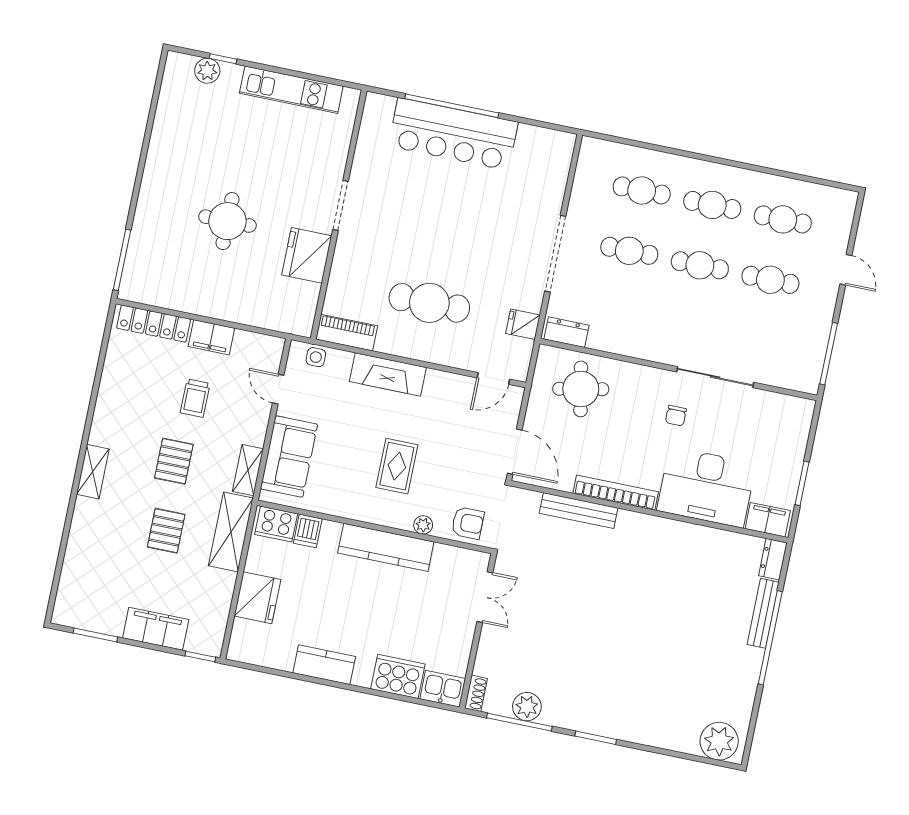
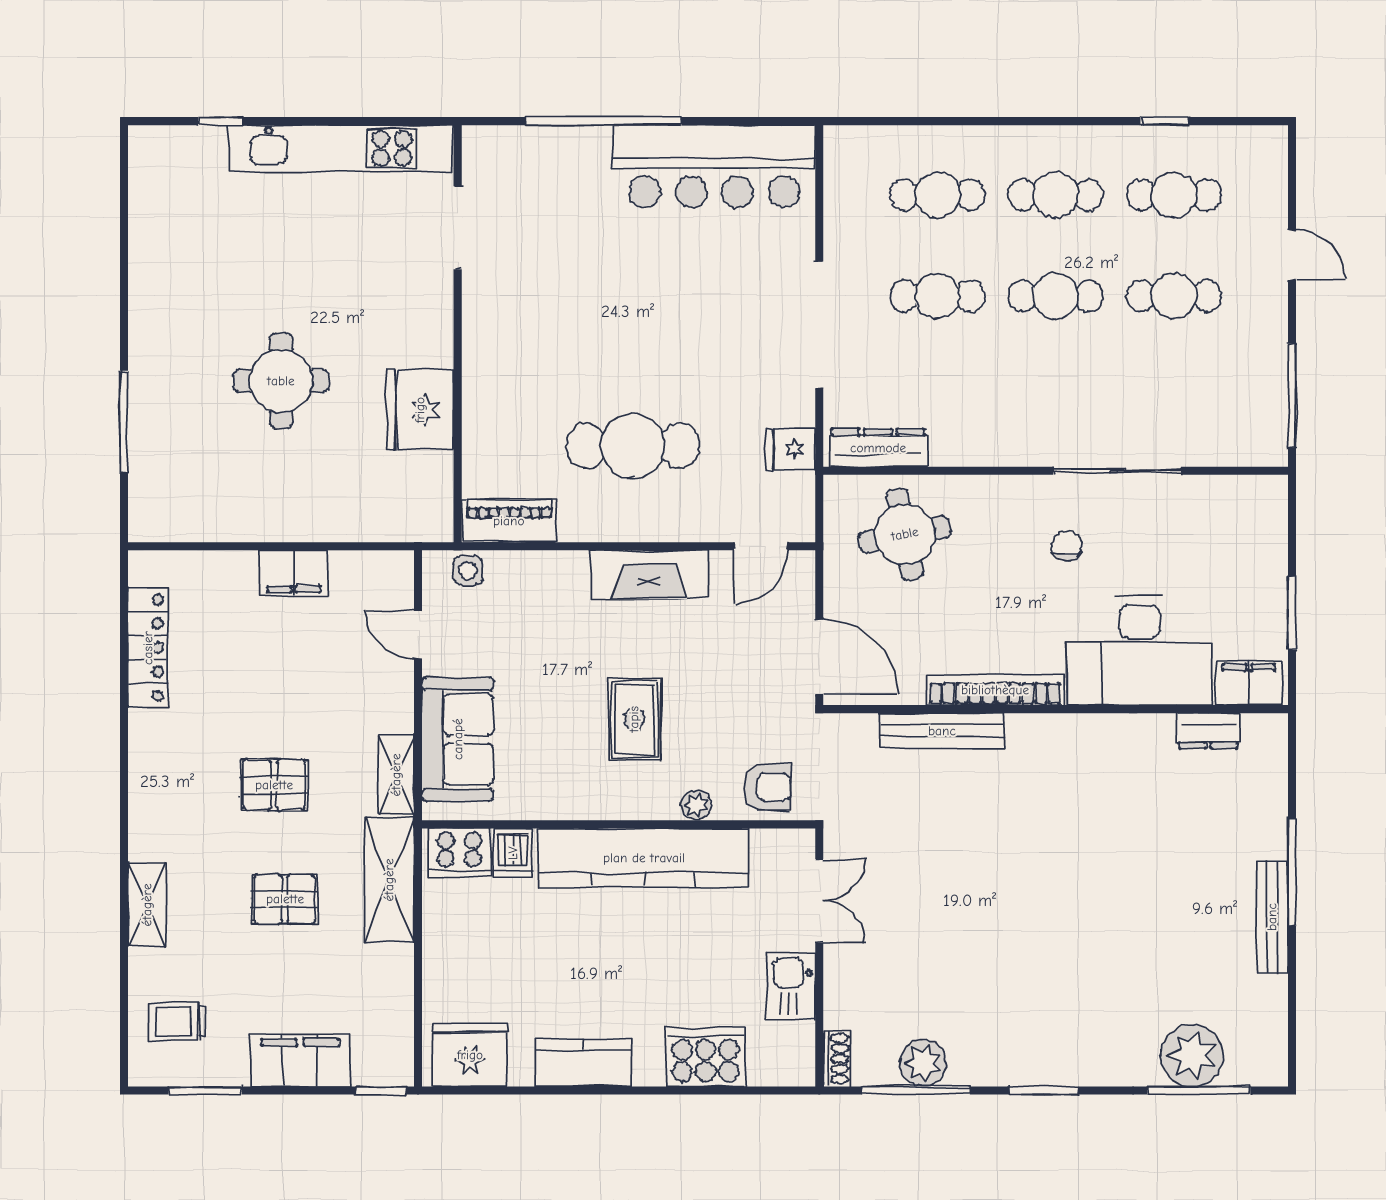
plant: (207, 71) -> (199, 146), removed
kitchen unit: (291, 90) -> (340, 148), width x1.36
bar counter: (453, 134) -> (714, 166), moved
window: (786, 174) -> (1165, 121), added
doorway: (341, 205) -> (458, 228), moved
window: (122, 260) -> (124, 422), moved
locker: (154, 324) -> (148, 648), moved, turned -90
dresser: (567, 332) -> (878, 448), width x1.44
fireplace: (388, 374) -> (649, 575), moved
trolley: (195, 398) -> (178, 1021), moved, turned 90
chair: (676, 416) -> (1067, 546), turned 180
pallet: (174, 461) -> (274, 785), turned 90
shelving: (93, 472) -> (147, 905), moved
pallet: (166, 531) -> (285, 899), turned 90
kitchen counter: (386, 547) -> (644, 858), width x1.39, depth x1.17
dresser: (773, 559) -> (1208, 731), moved, turned -90
fridge: (257, 598) -> (470, 1055), moved, turned -90
bench: (763, 613) -> (1272, 917), moved
window: (770, 638) -> (1292, 872), width x0.68
kitchen sink: (443, 689) -> (791, 986), moved, turned -90
plant: (719, 741) -> (1192, 1055), moved
window: (688, 757) -> (1199, 1091), added

